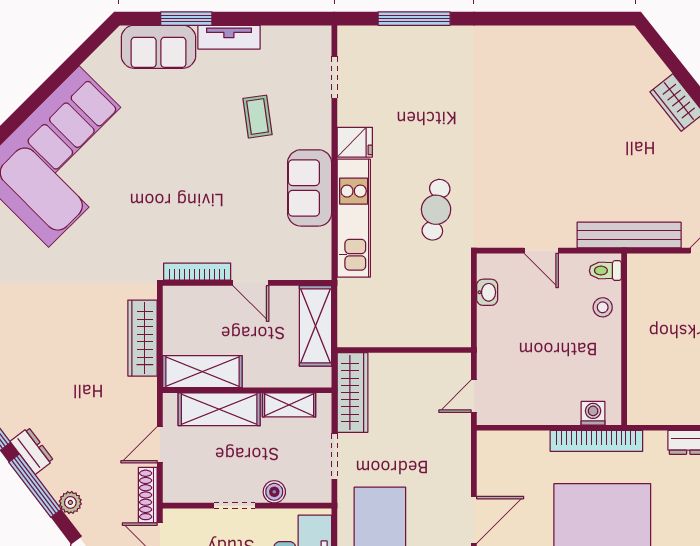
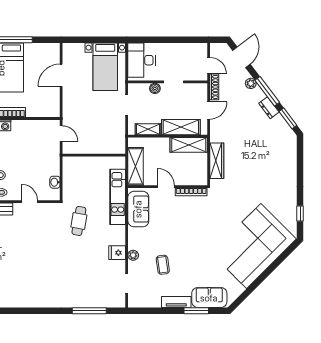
plant: (321, 137) -> (133, 255), added
sofa: (310, 188) -> (138, 209), moved
kitchen unit: (354, 218) -> (118, 197), moved
wardrobe: (352, 392) -> (118, 135), removed
door: (474, 396) -> (61, 133), hinge flipped

